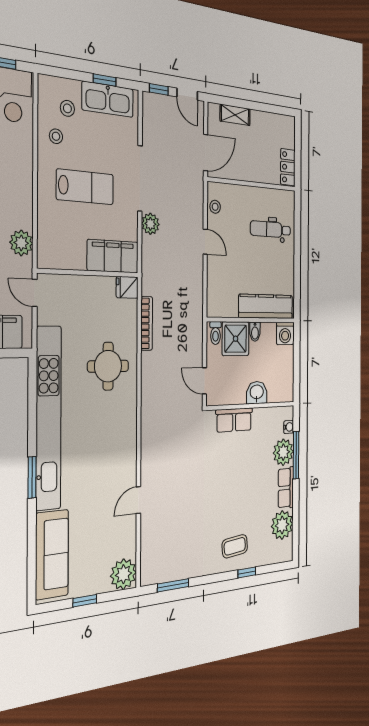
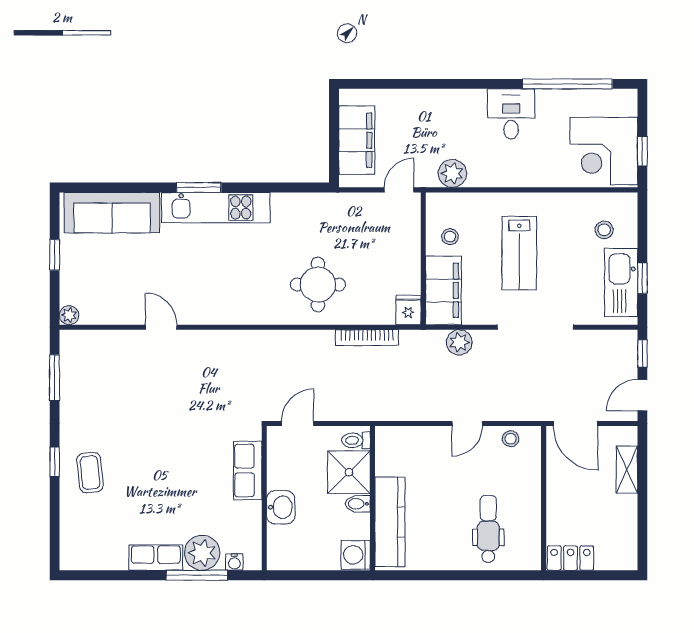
stool: (56, 136) -> (450, 237), moved
plant: (150, 224) -> (459, 342), moved
kitchen unit: (49, 418) -> (216, 208), width x0.54
plant: (282, 525) -> (108, 552), removed
window: (247, 572) -> (55, 462), moved
plant: (123, 574) -> (69, 315), width x0.53, depth x0.53

